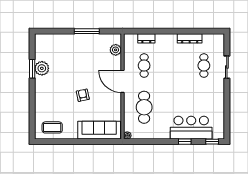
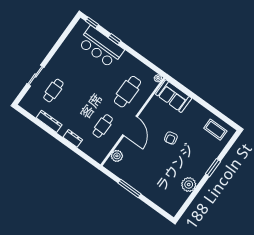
dresser: (146, 38) -> (73, 138), moved
window: (32, 69) -> (213, 168), moved
sofa: (99, 130) -> (174, 96), width x0.73

